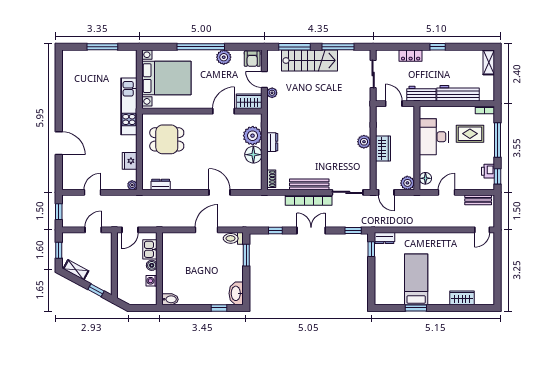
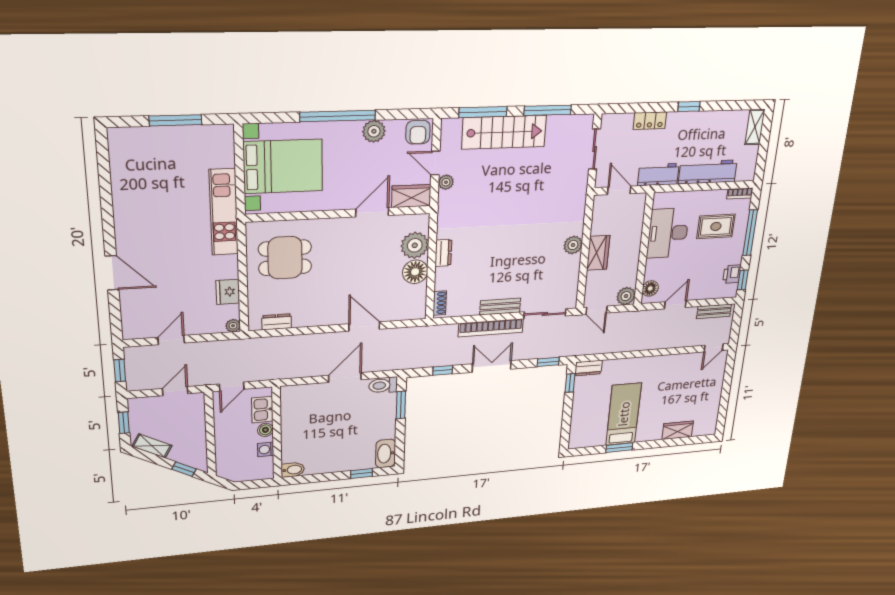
bench: (309, 184) -> (500, 306), width x0.73

